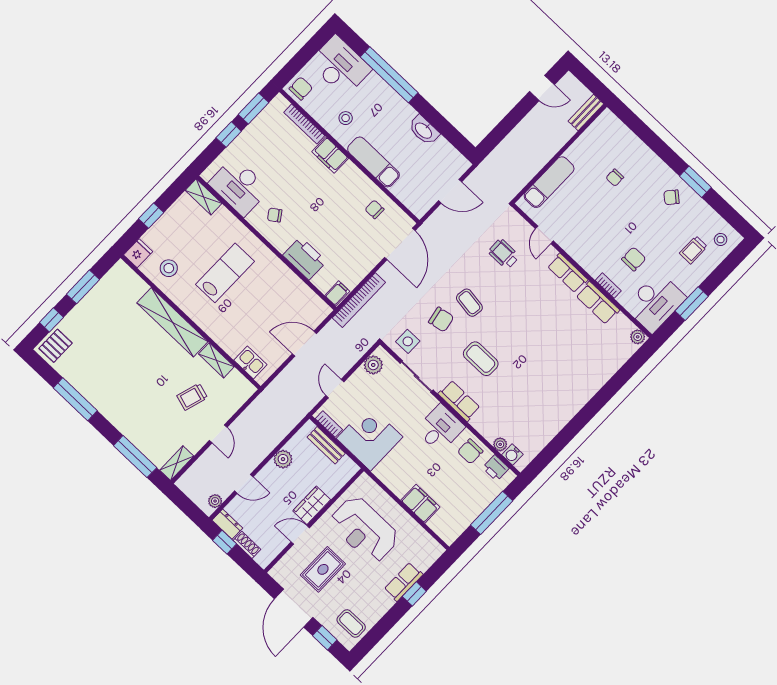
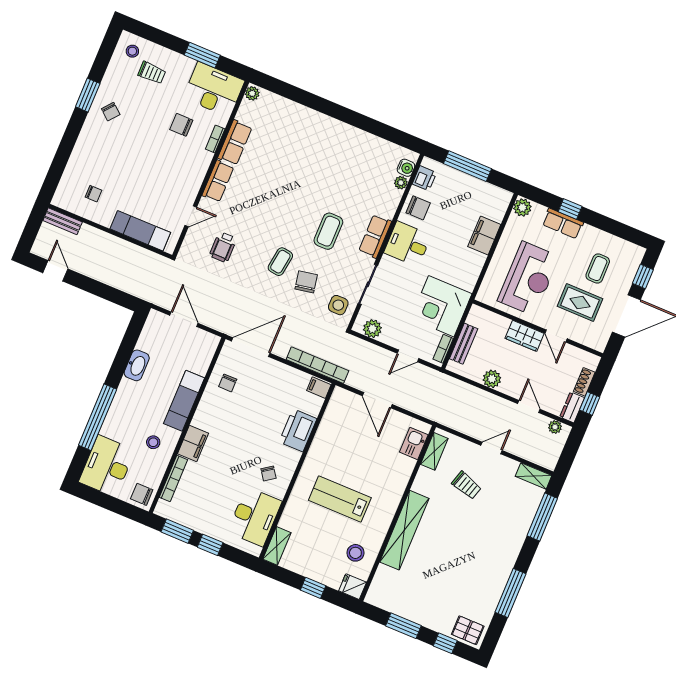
chair: (615, 178) -> (94, 194), moved
shelving: (216, 360) -> (434, 451), moved
plant: (433, 550) -> (522, 208), added
coffee table: (351, 623) -> (598, 269), moved

